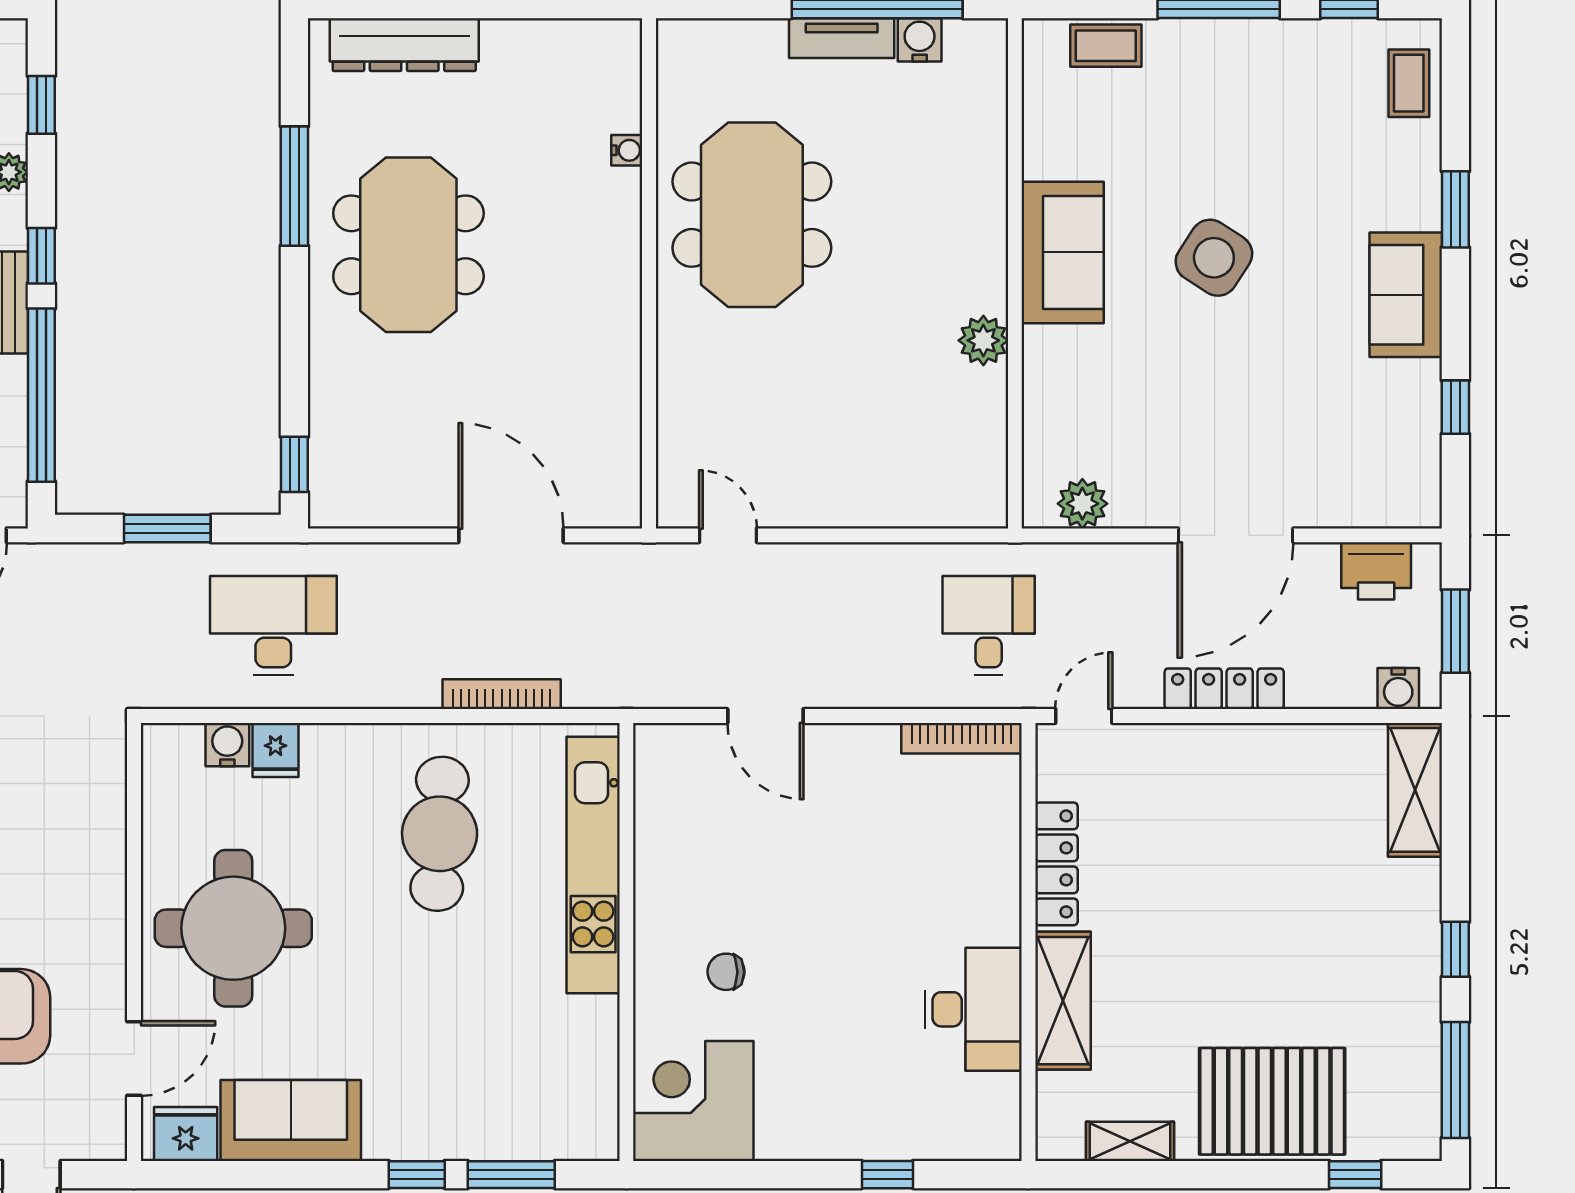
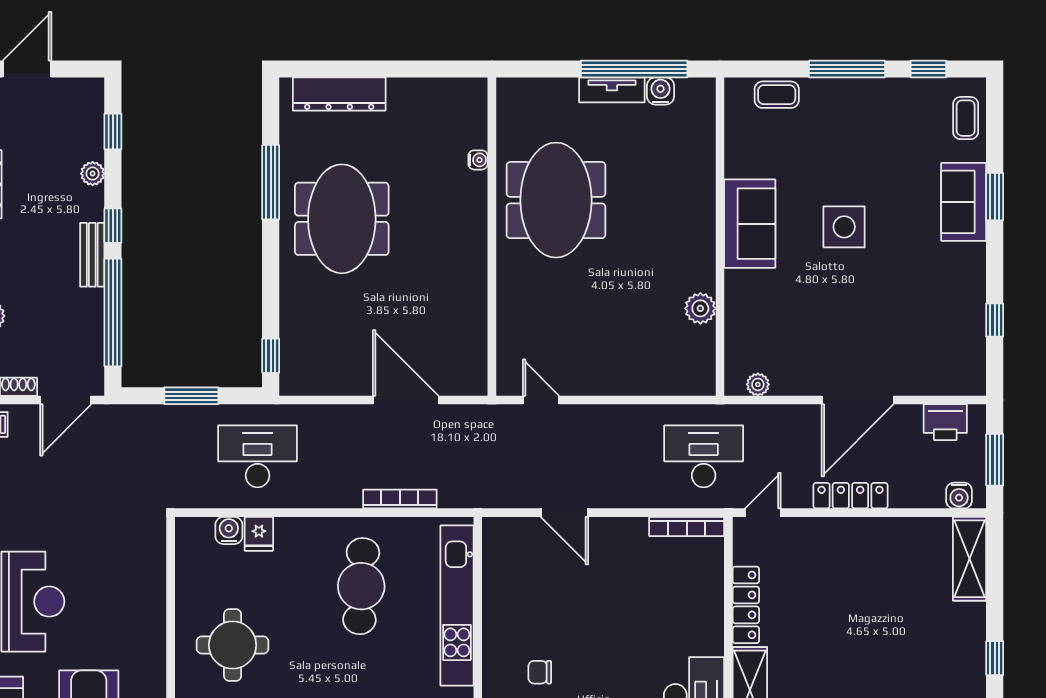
side table: (1214, 258) -> (844, 227), turned -33
sofa: (1406, 295) -> (964, 202), moved
plant: (983, 340) -> (700, 308), moved
plant: (1082, 504) -> (758, 384), width x0.73, depth x0.73
desk: (989, 626) -> (704, 456), width x1.37
round table: (233, 928) -> (233, 645), width x0.73, depth x0.73

